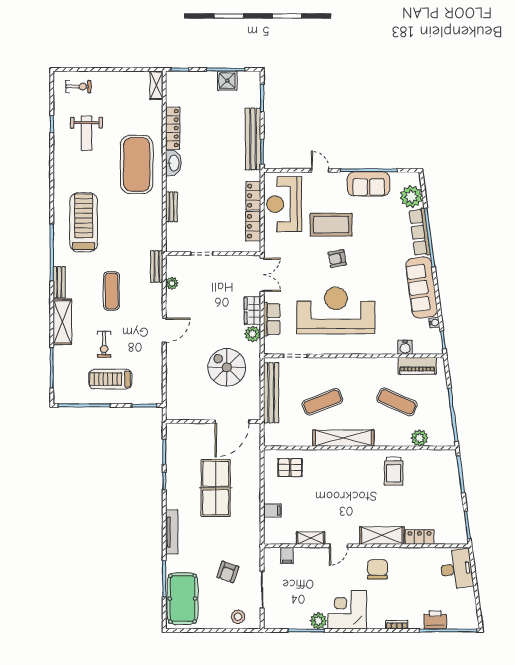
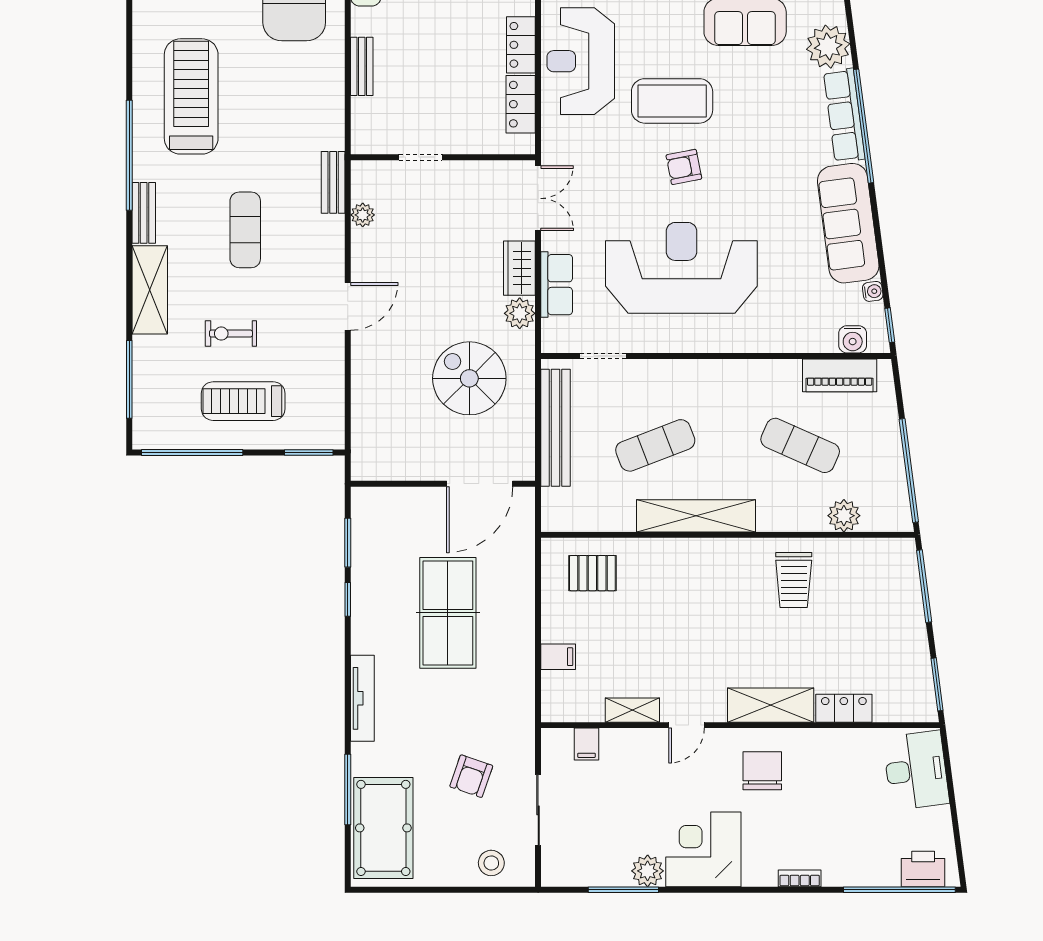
exercise bike: (104, 344) -> (231, 334), turned 90
water cooler: (405, 347) -> (853, 339), moved
printer: (435, 620) -> (923, 869), moved

